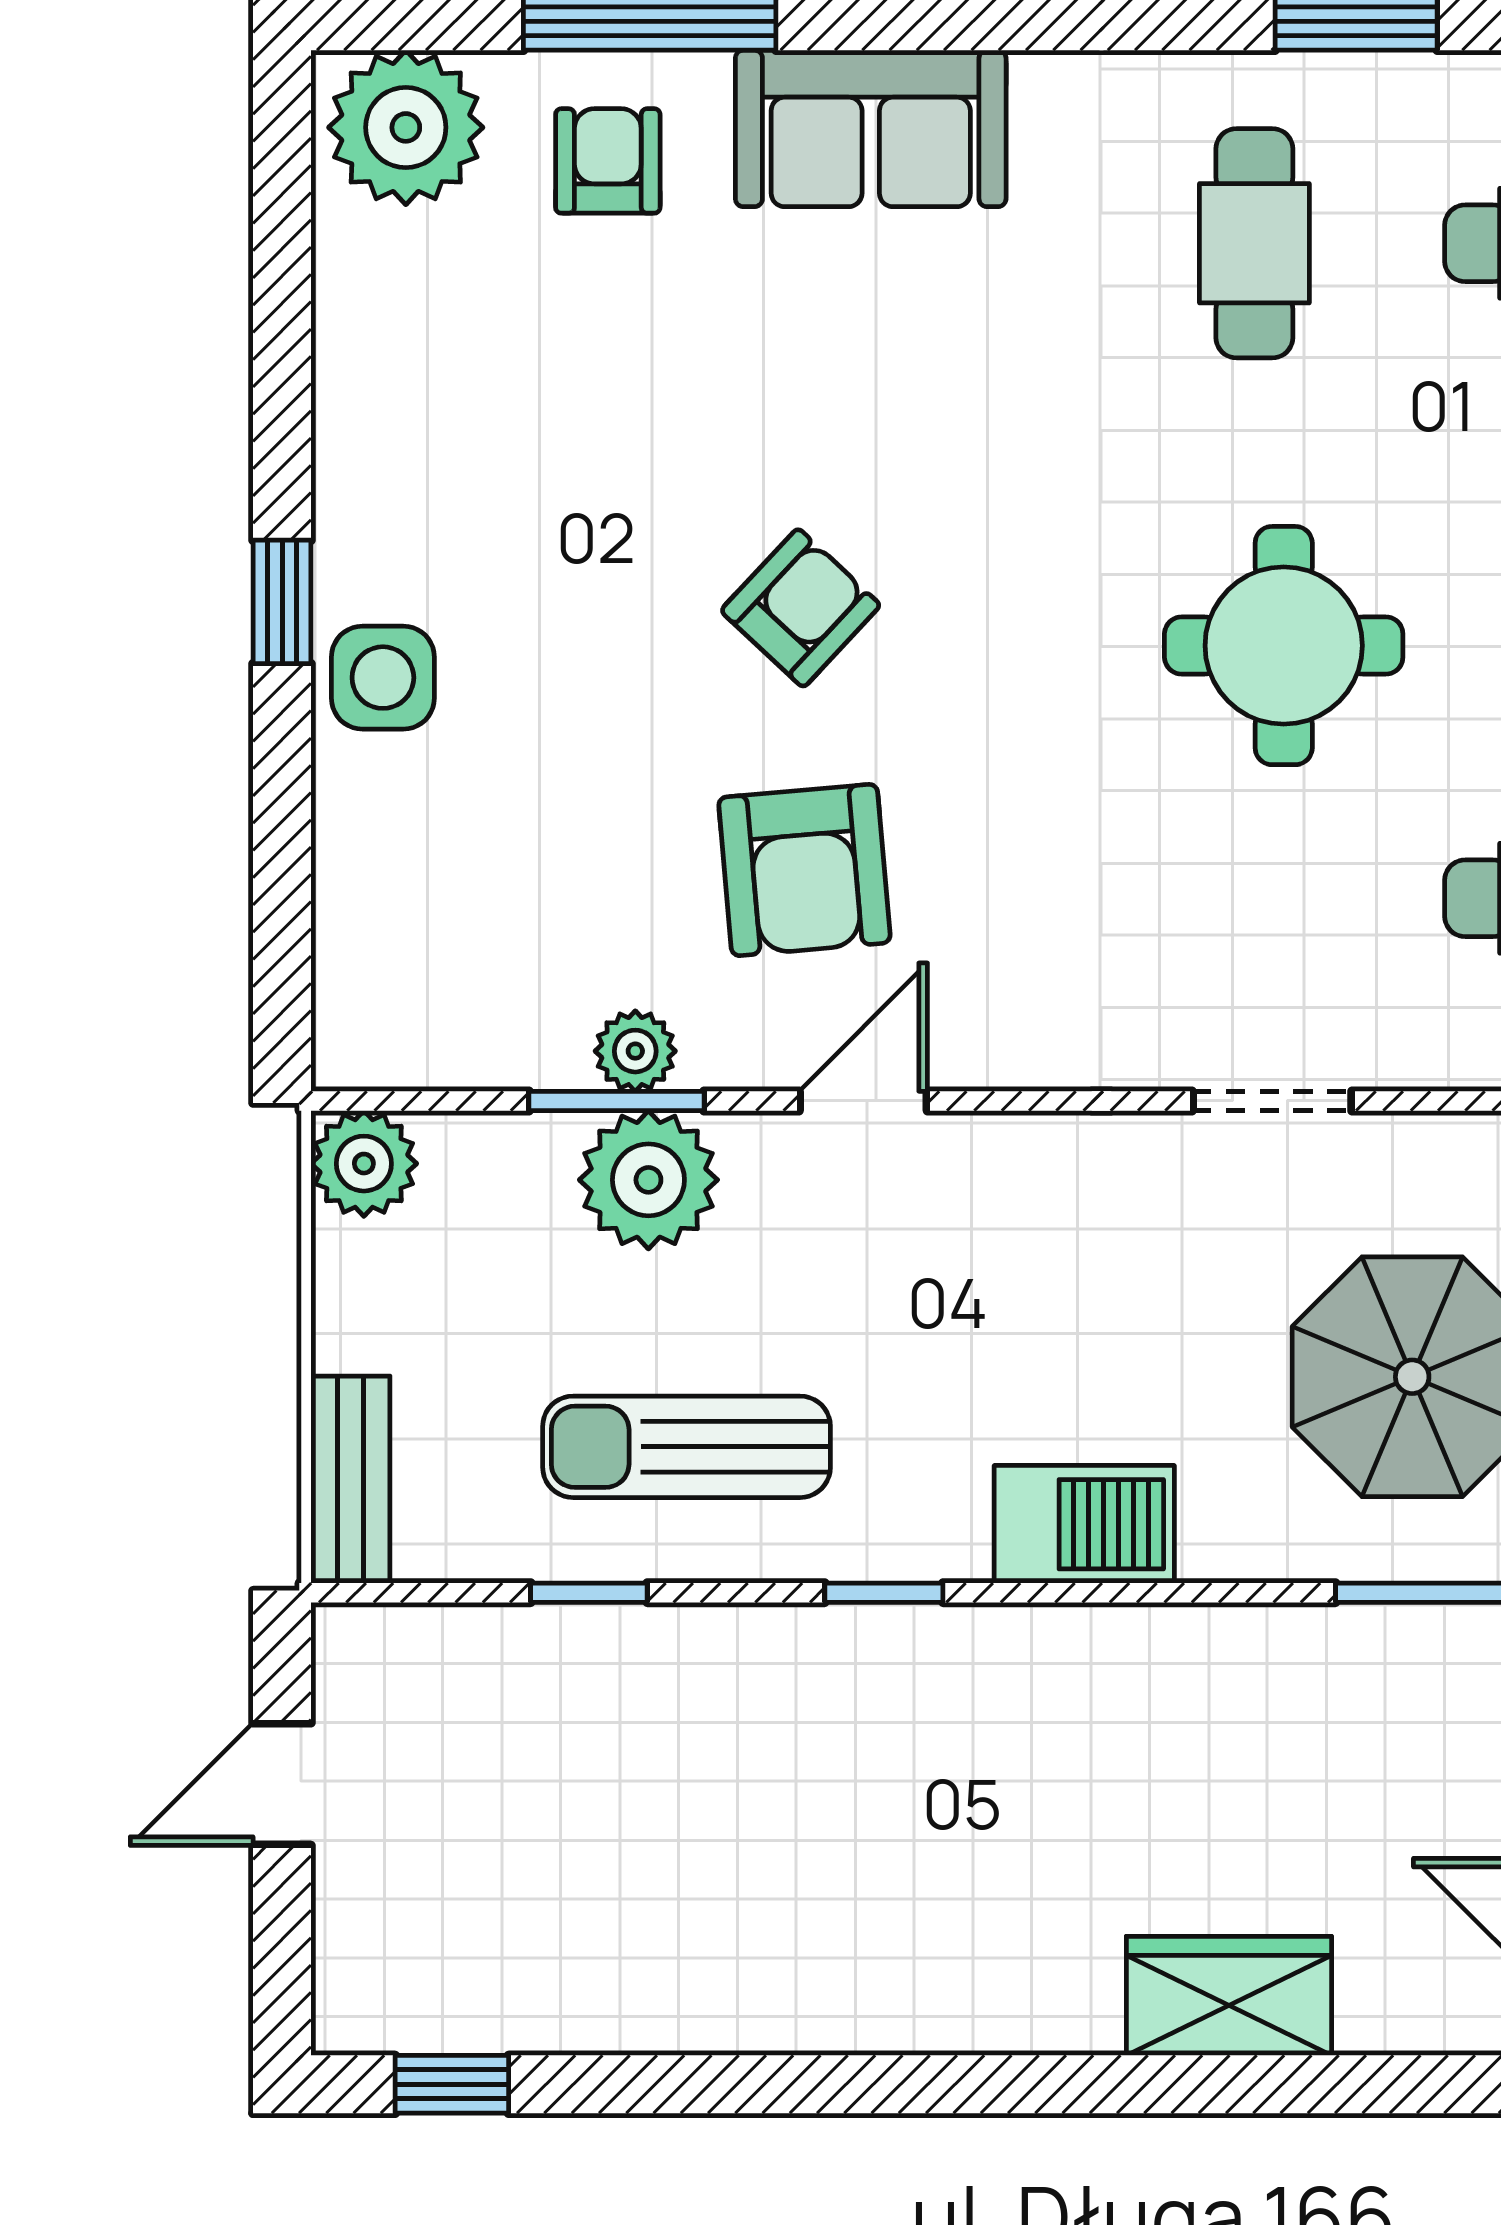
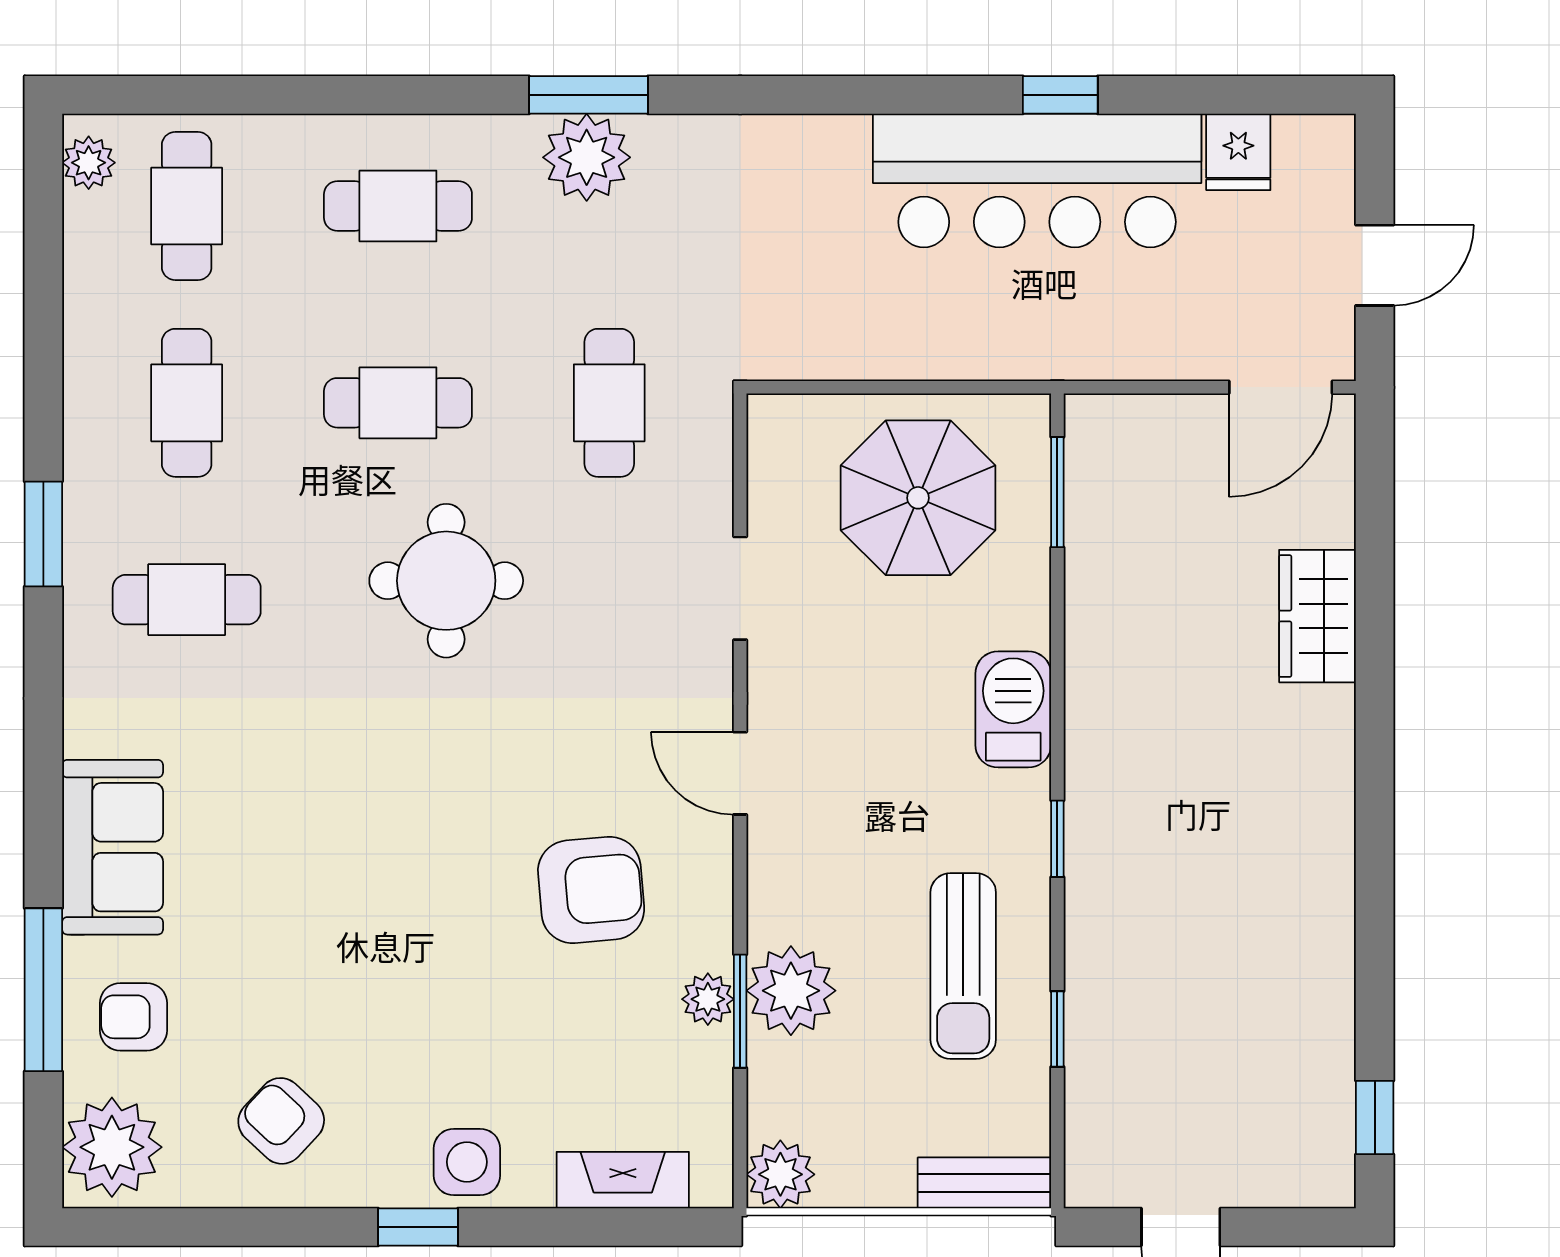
armchair: (801, 608) -> (281, 1121), moved
fireplace: (355, 919) -> (623, 1180), added
door: (863, 1101) -> (740, 773), moved

